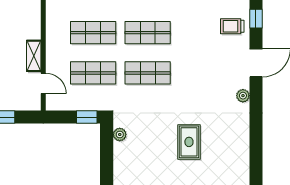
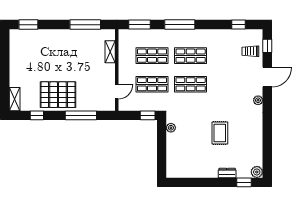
shelving: (34, 56) -> (110, 52), moved
door: (43, 83) -> (117, 92), hinge flipped

